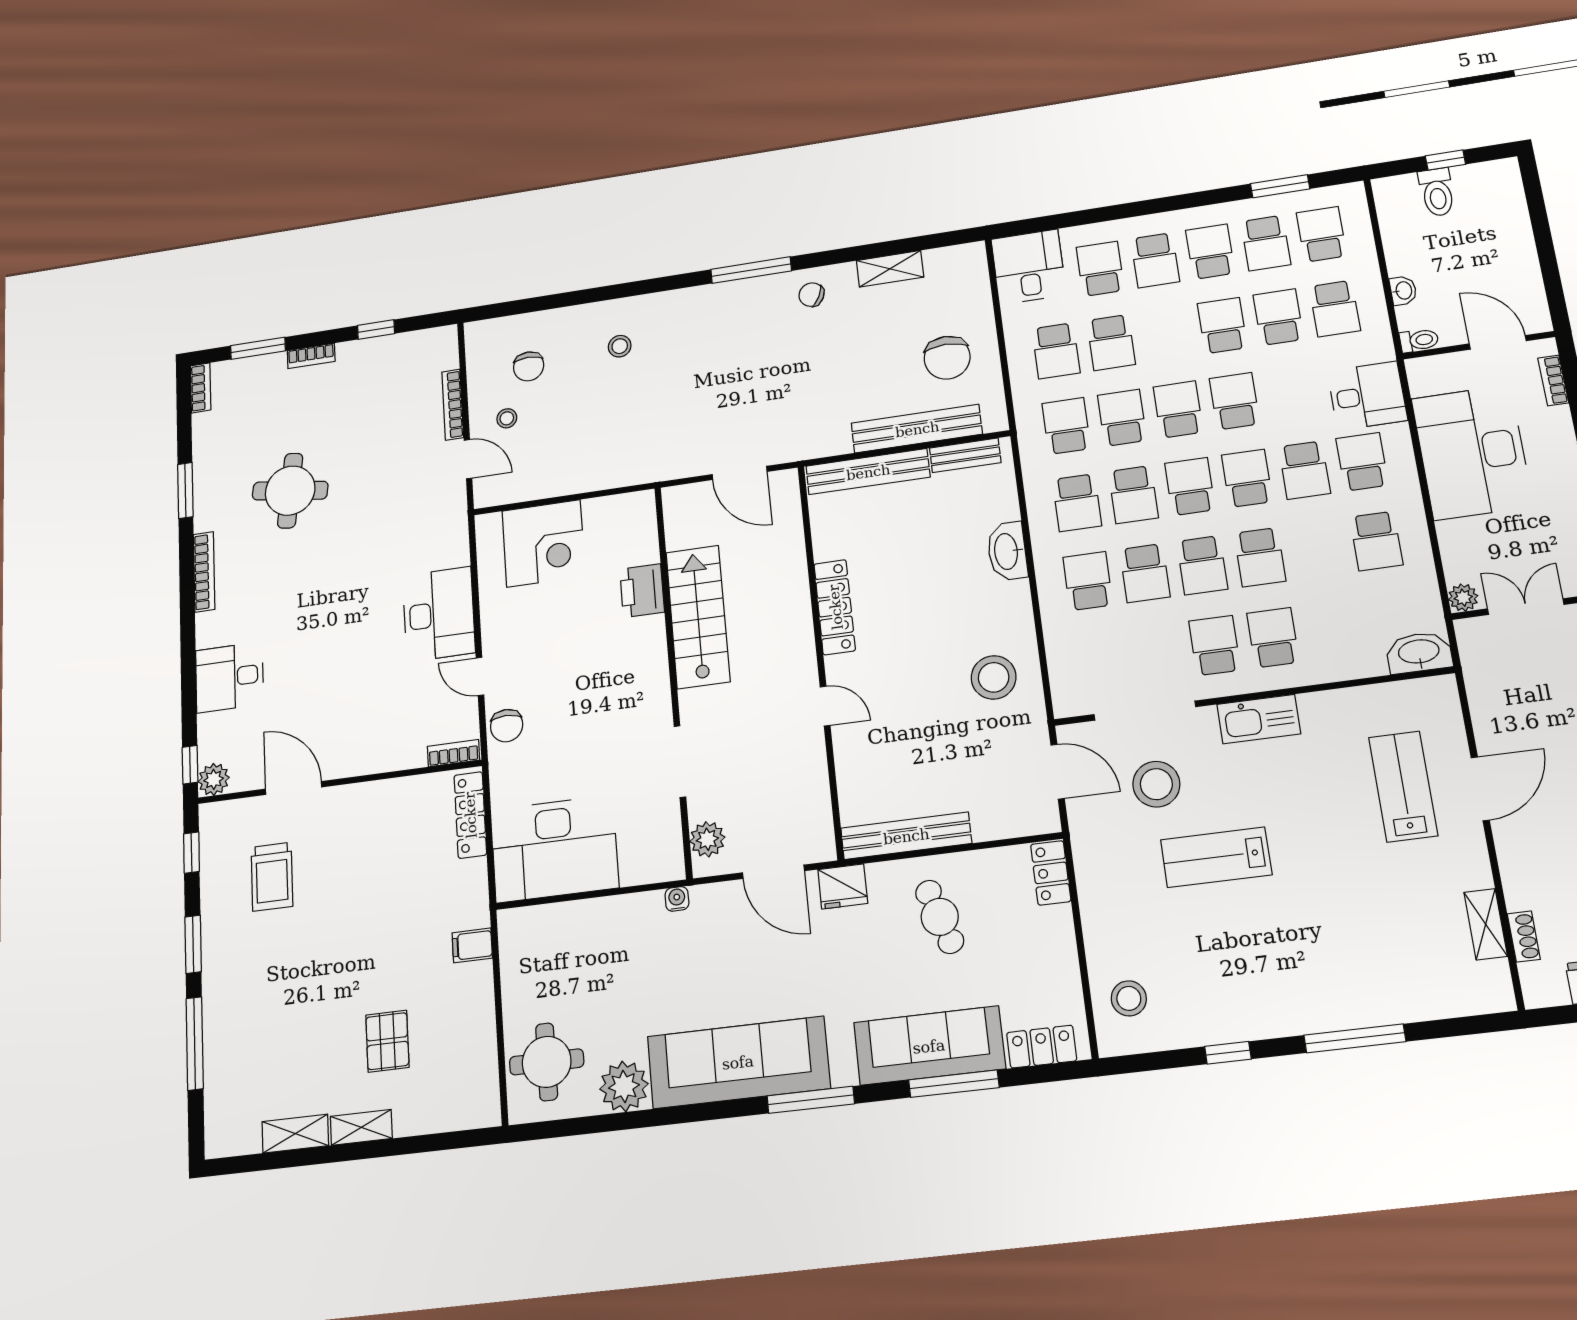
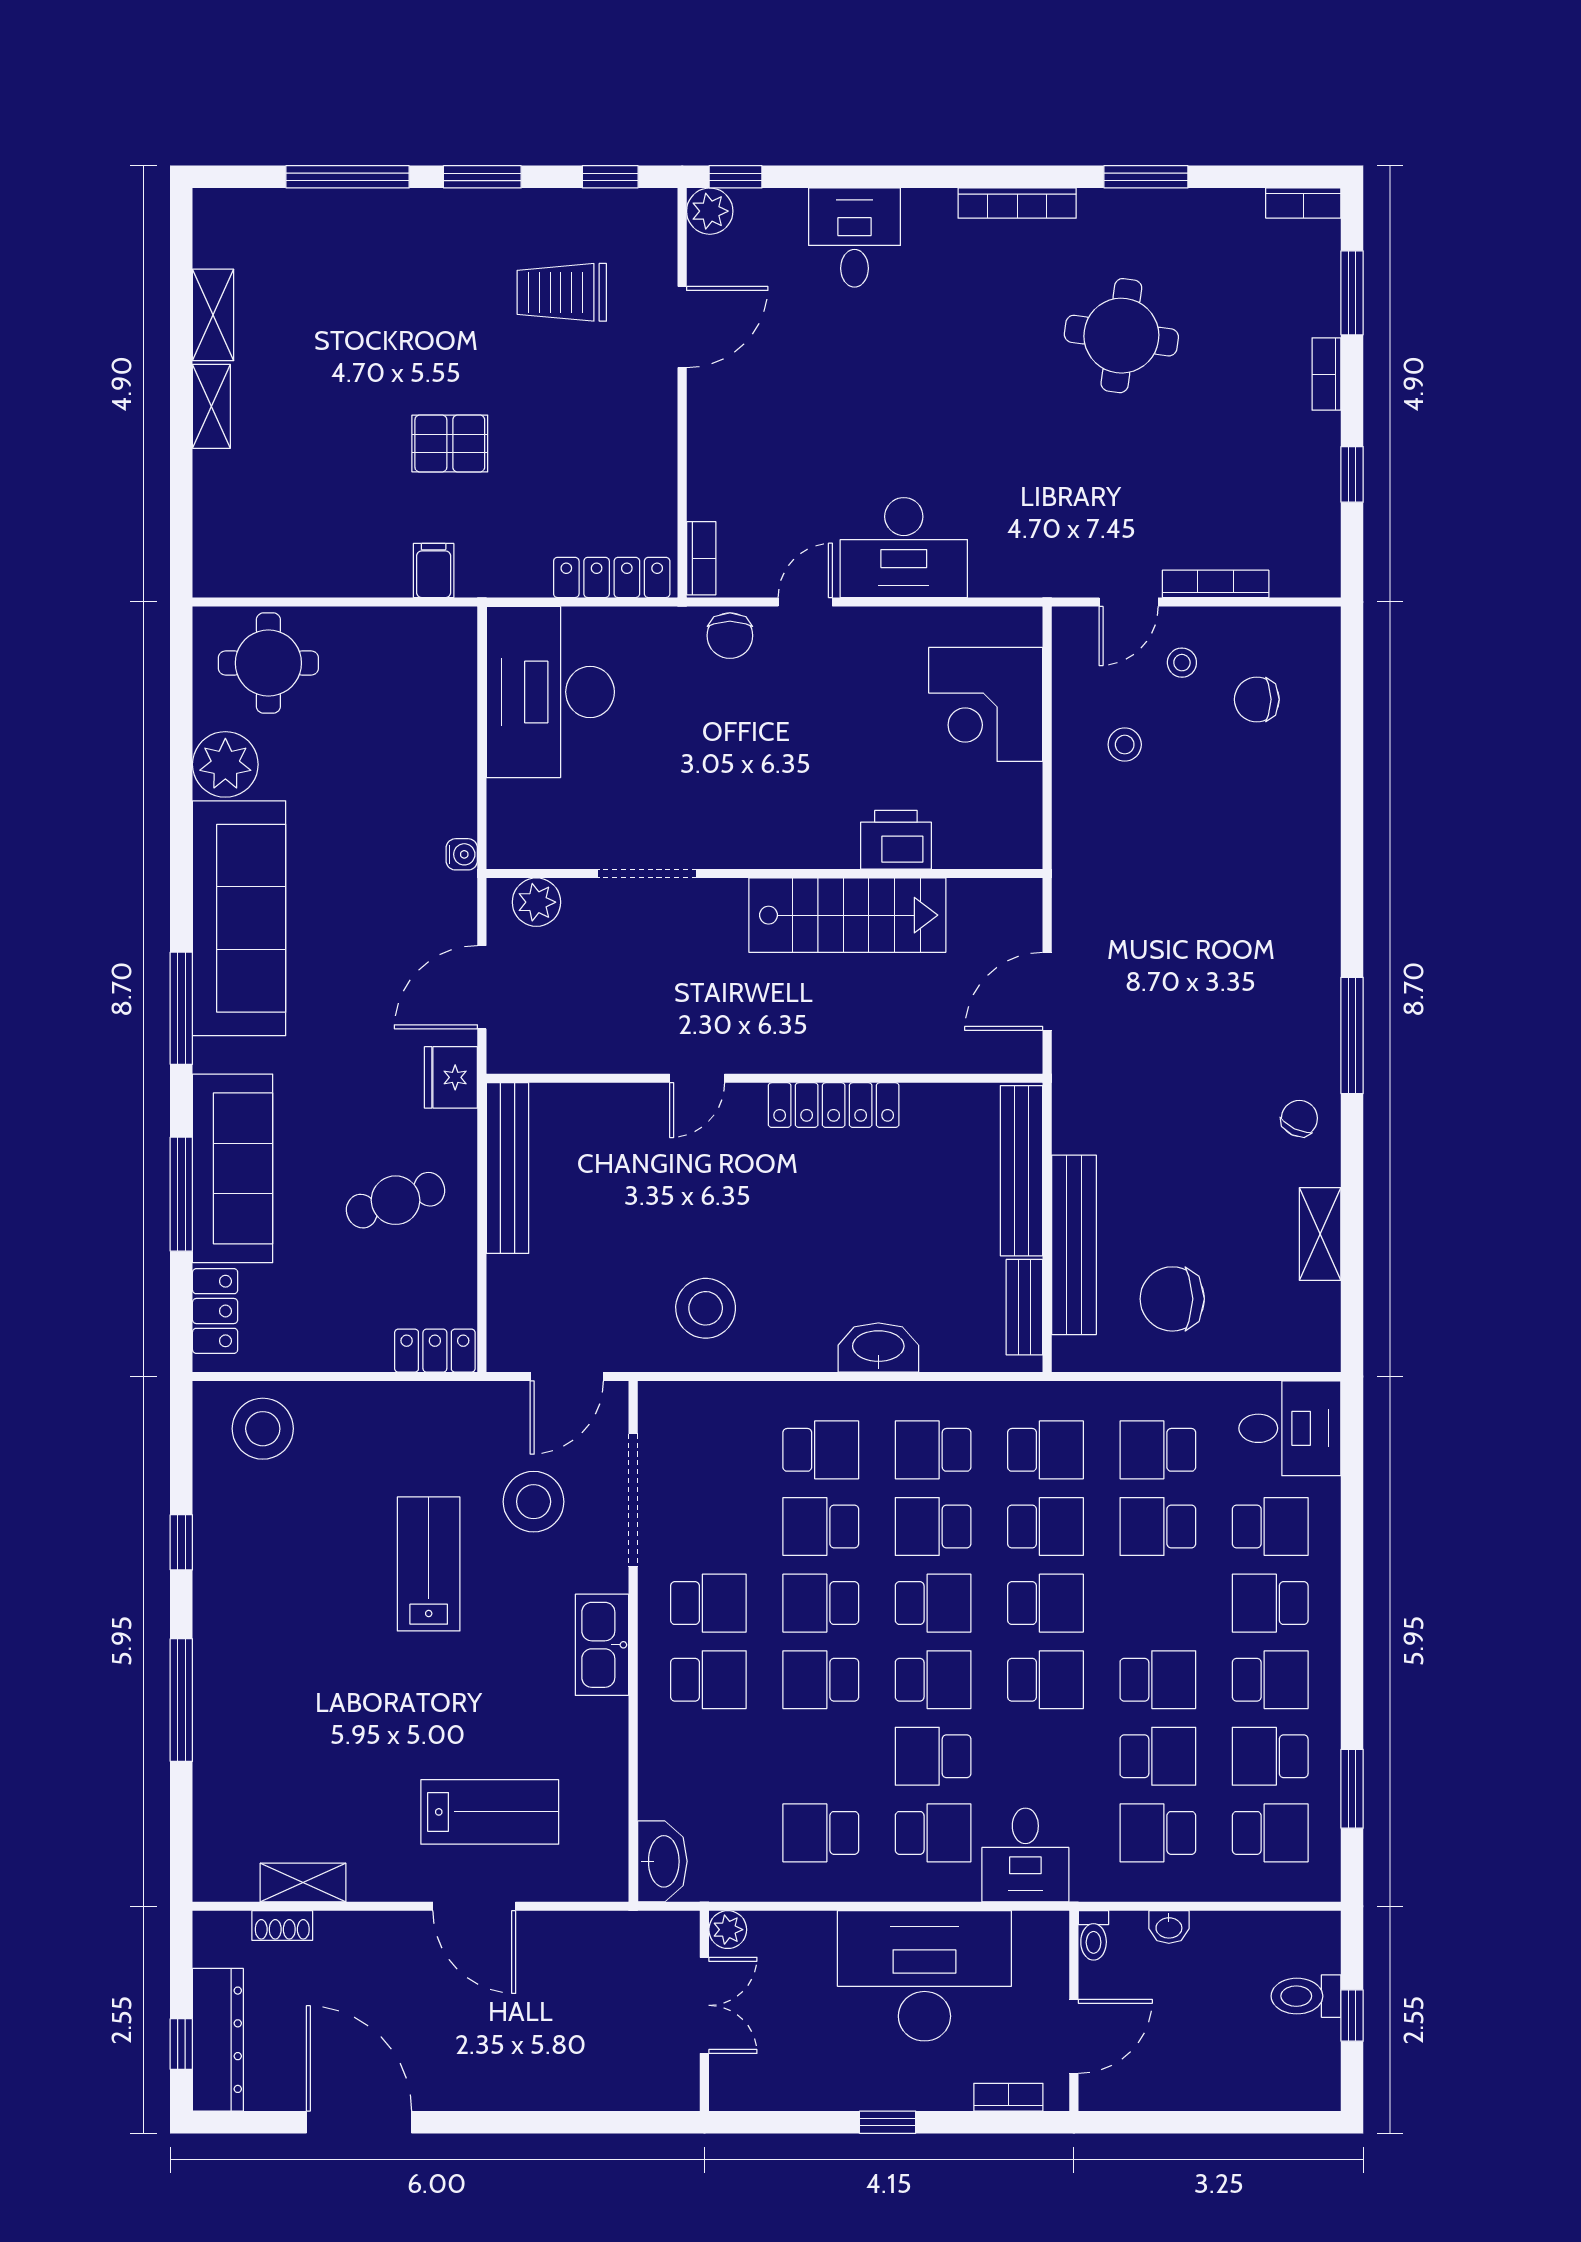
stool: (620, 346) -> (1125, 745), moved
chair: (507, 726) -> (730, 636), turned -90
stool: (1129, 998) -> (263, 1429), width x1.38, depth x1.38
pallet: (387, 1041) -> (450, 443), moved

